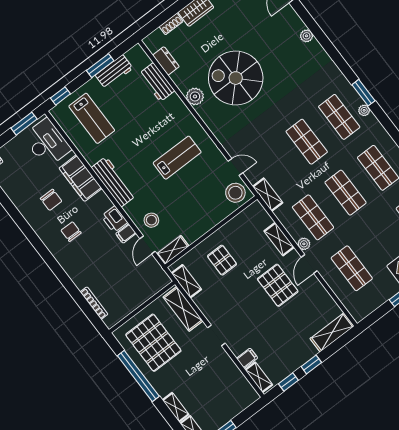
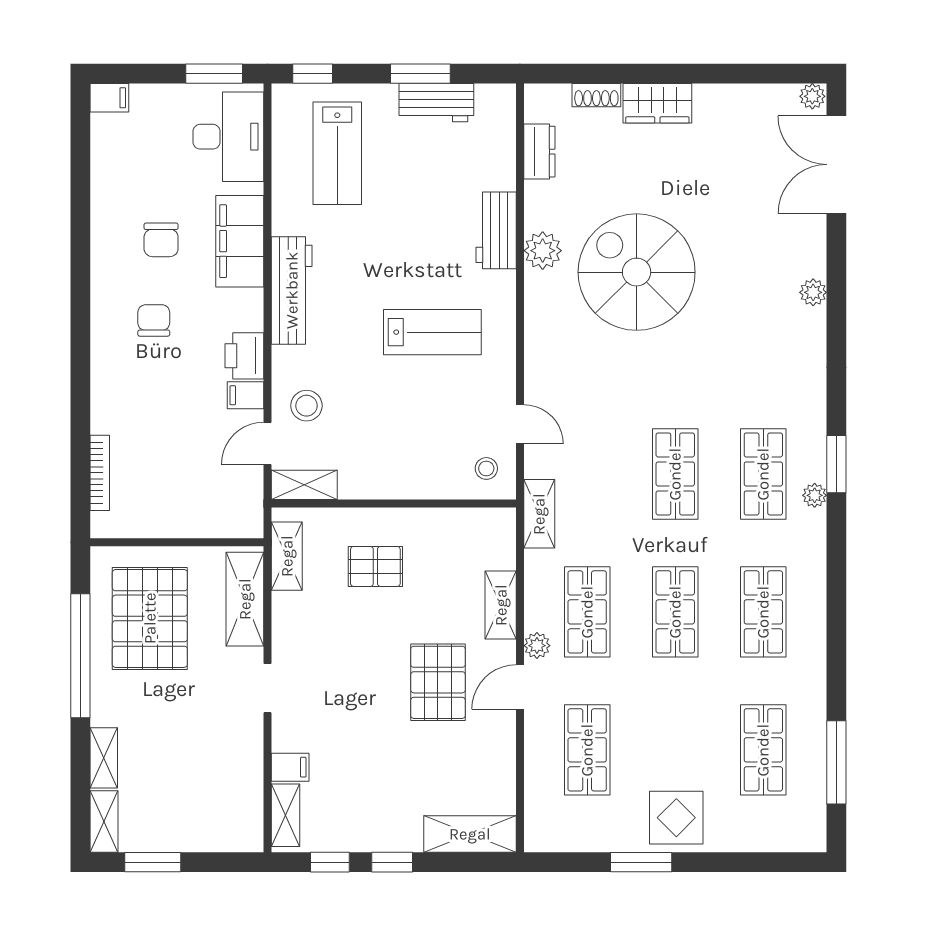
workbench: (157, 82) -> (496, 230), moved
stool: (235, 193) -> (486, 468), width x0.53, depth x0.53
pallet: (222, 260) -> (375, 566), turned 90

